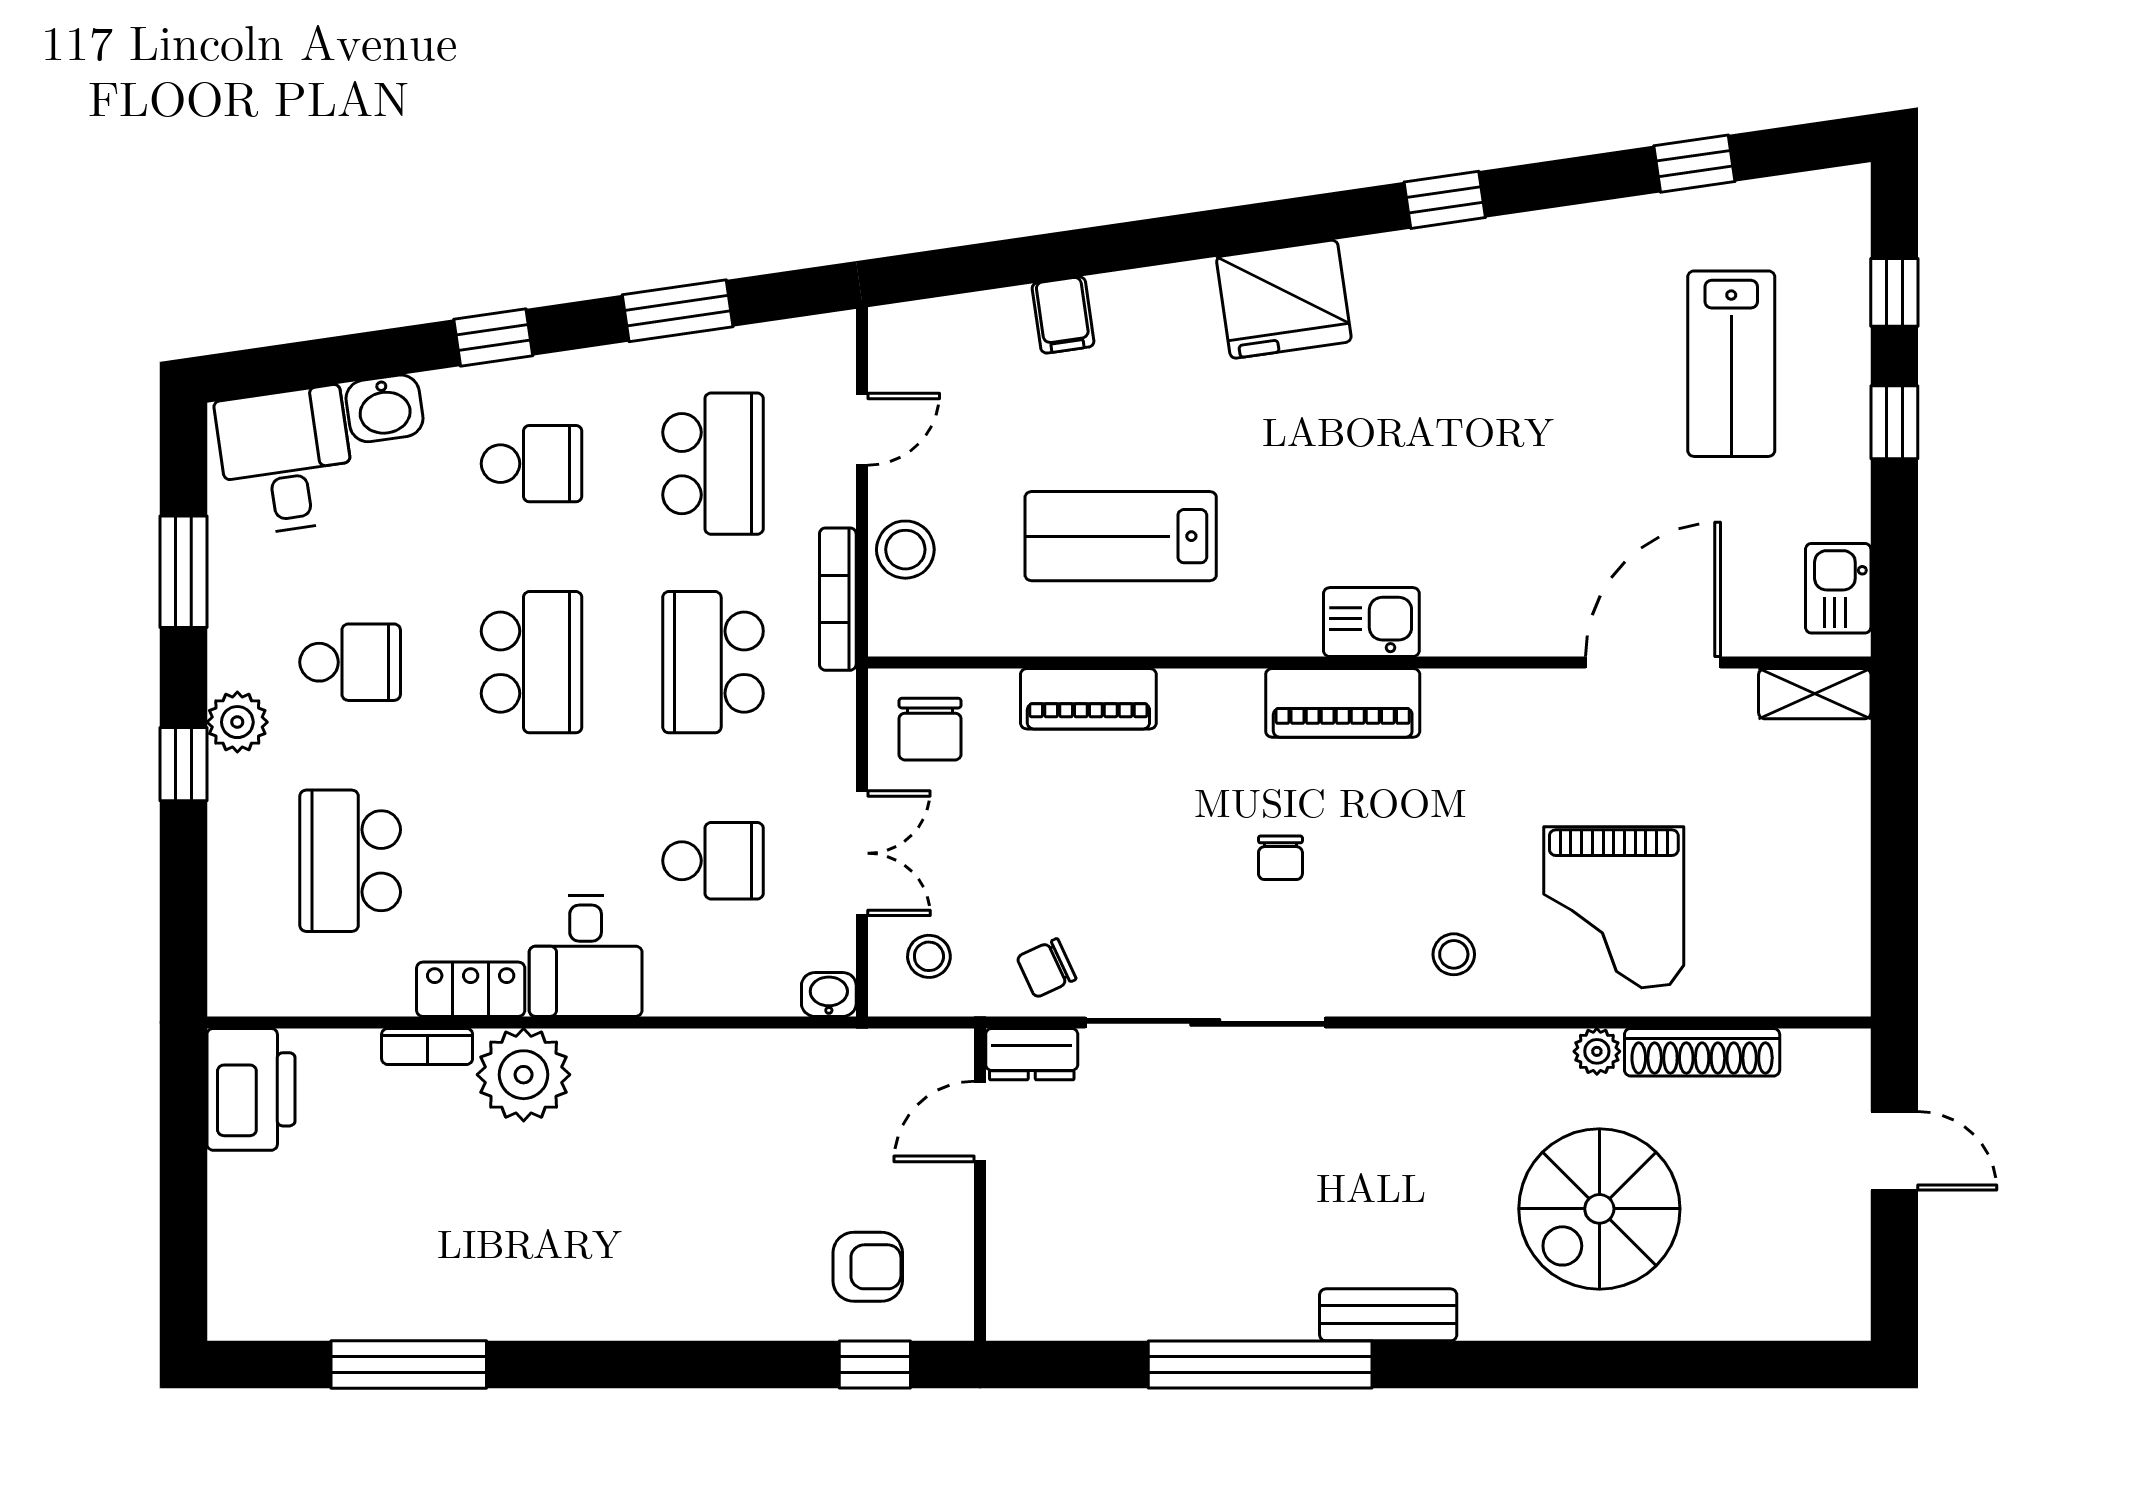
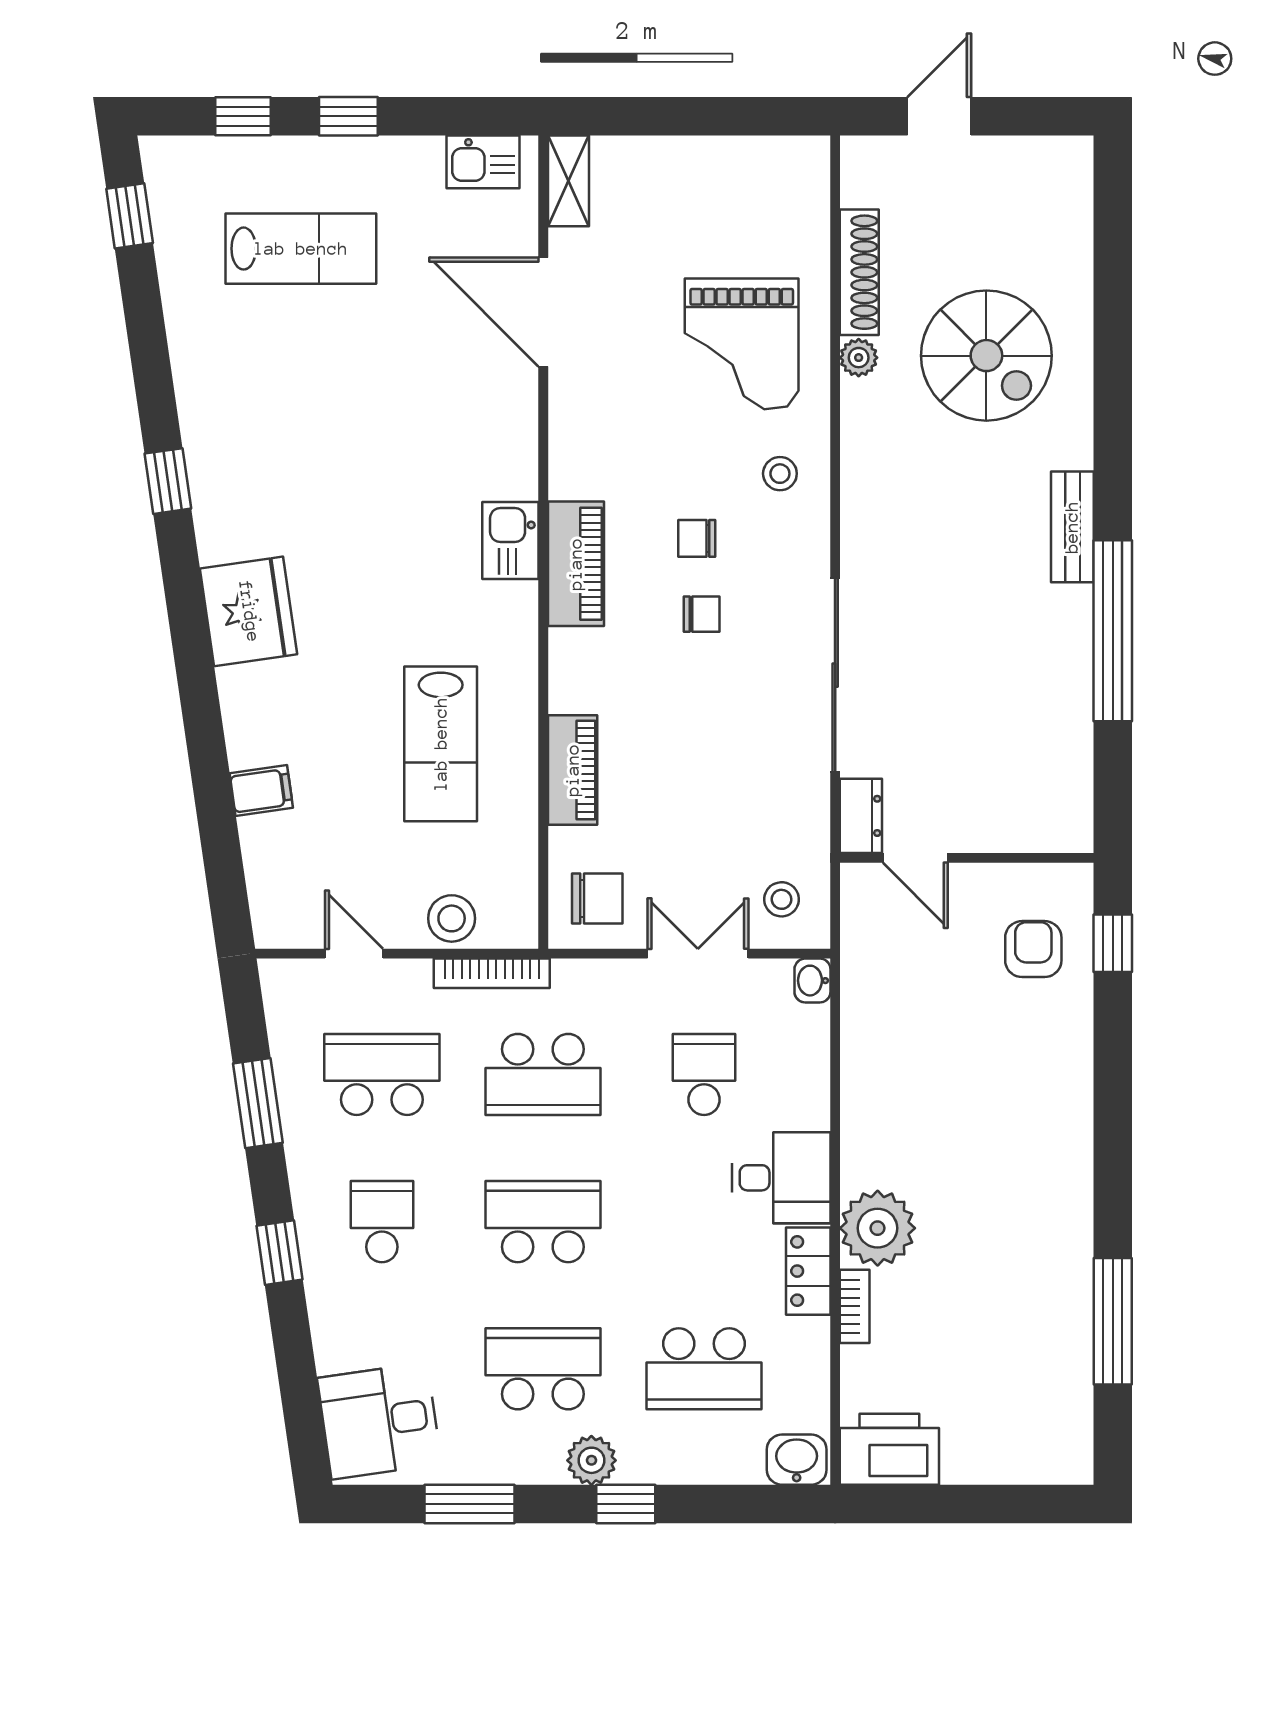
window: (1694, 164) -> (130, 216), moved
washbasin: (385, 408) -> (797, 1460), moved, turned -82
school desk: (350, 662) -> (543, 1369), width x1.85
grand piano: (1614, 907) -> (742, 344), turned 90
chair: (1046, 968) -> (697, 538), moved, turned 115

